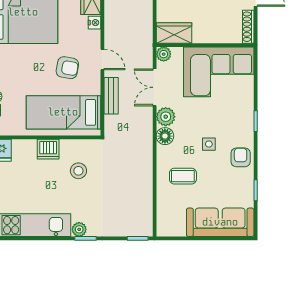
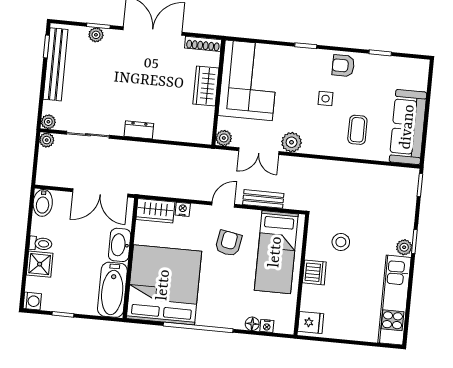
wardrobe: (174, 33) -> (206, 86), moved
floor lamp: (165, 136) -> (312, 145), removed
sofa: (220, 222) -> (408, 127), moved

